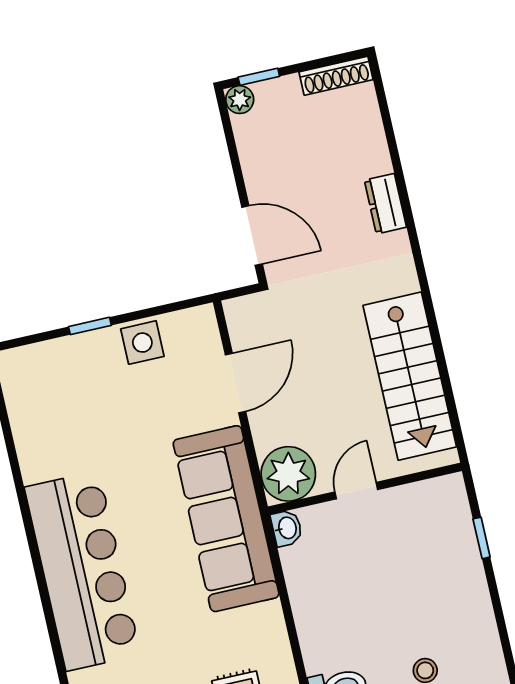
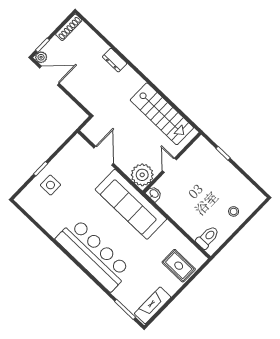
door: (252, 236) -> (49, 76), moved
side table: (142, 343) -> (50, 185), moved

